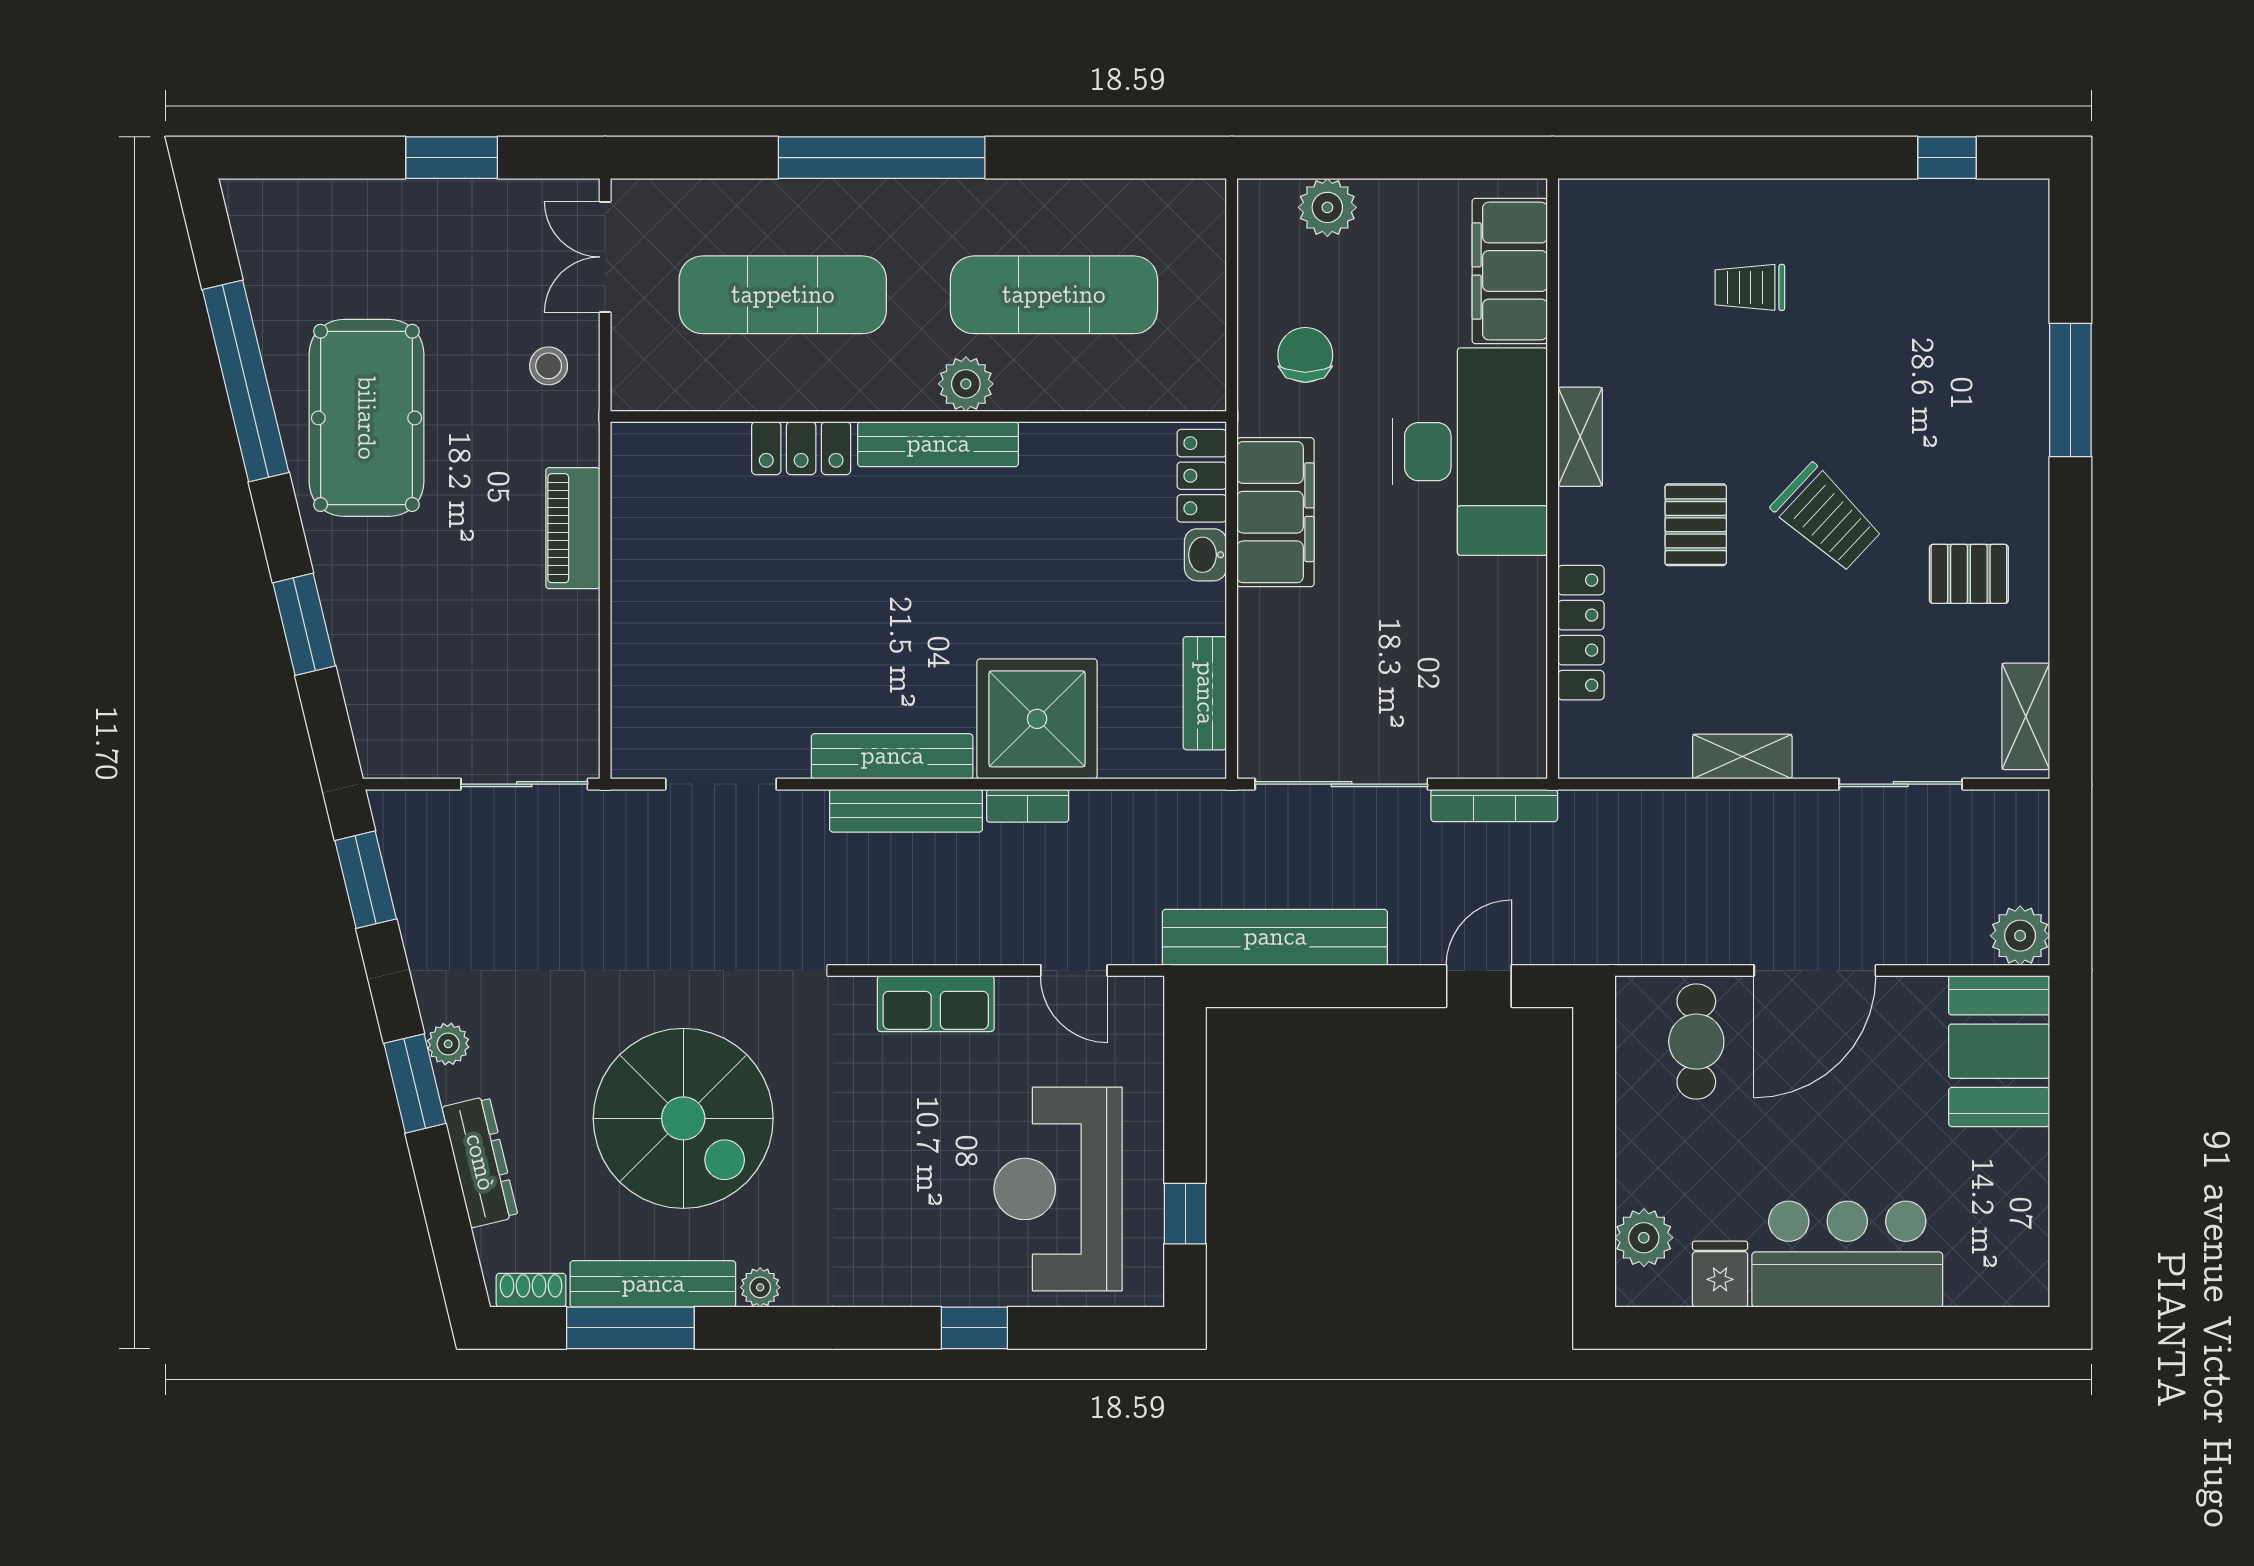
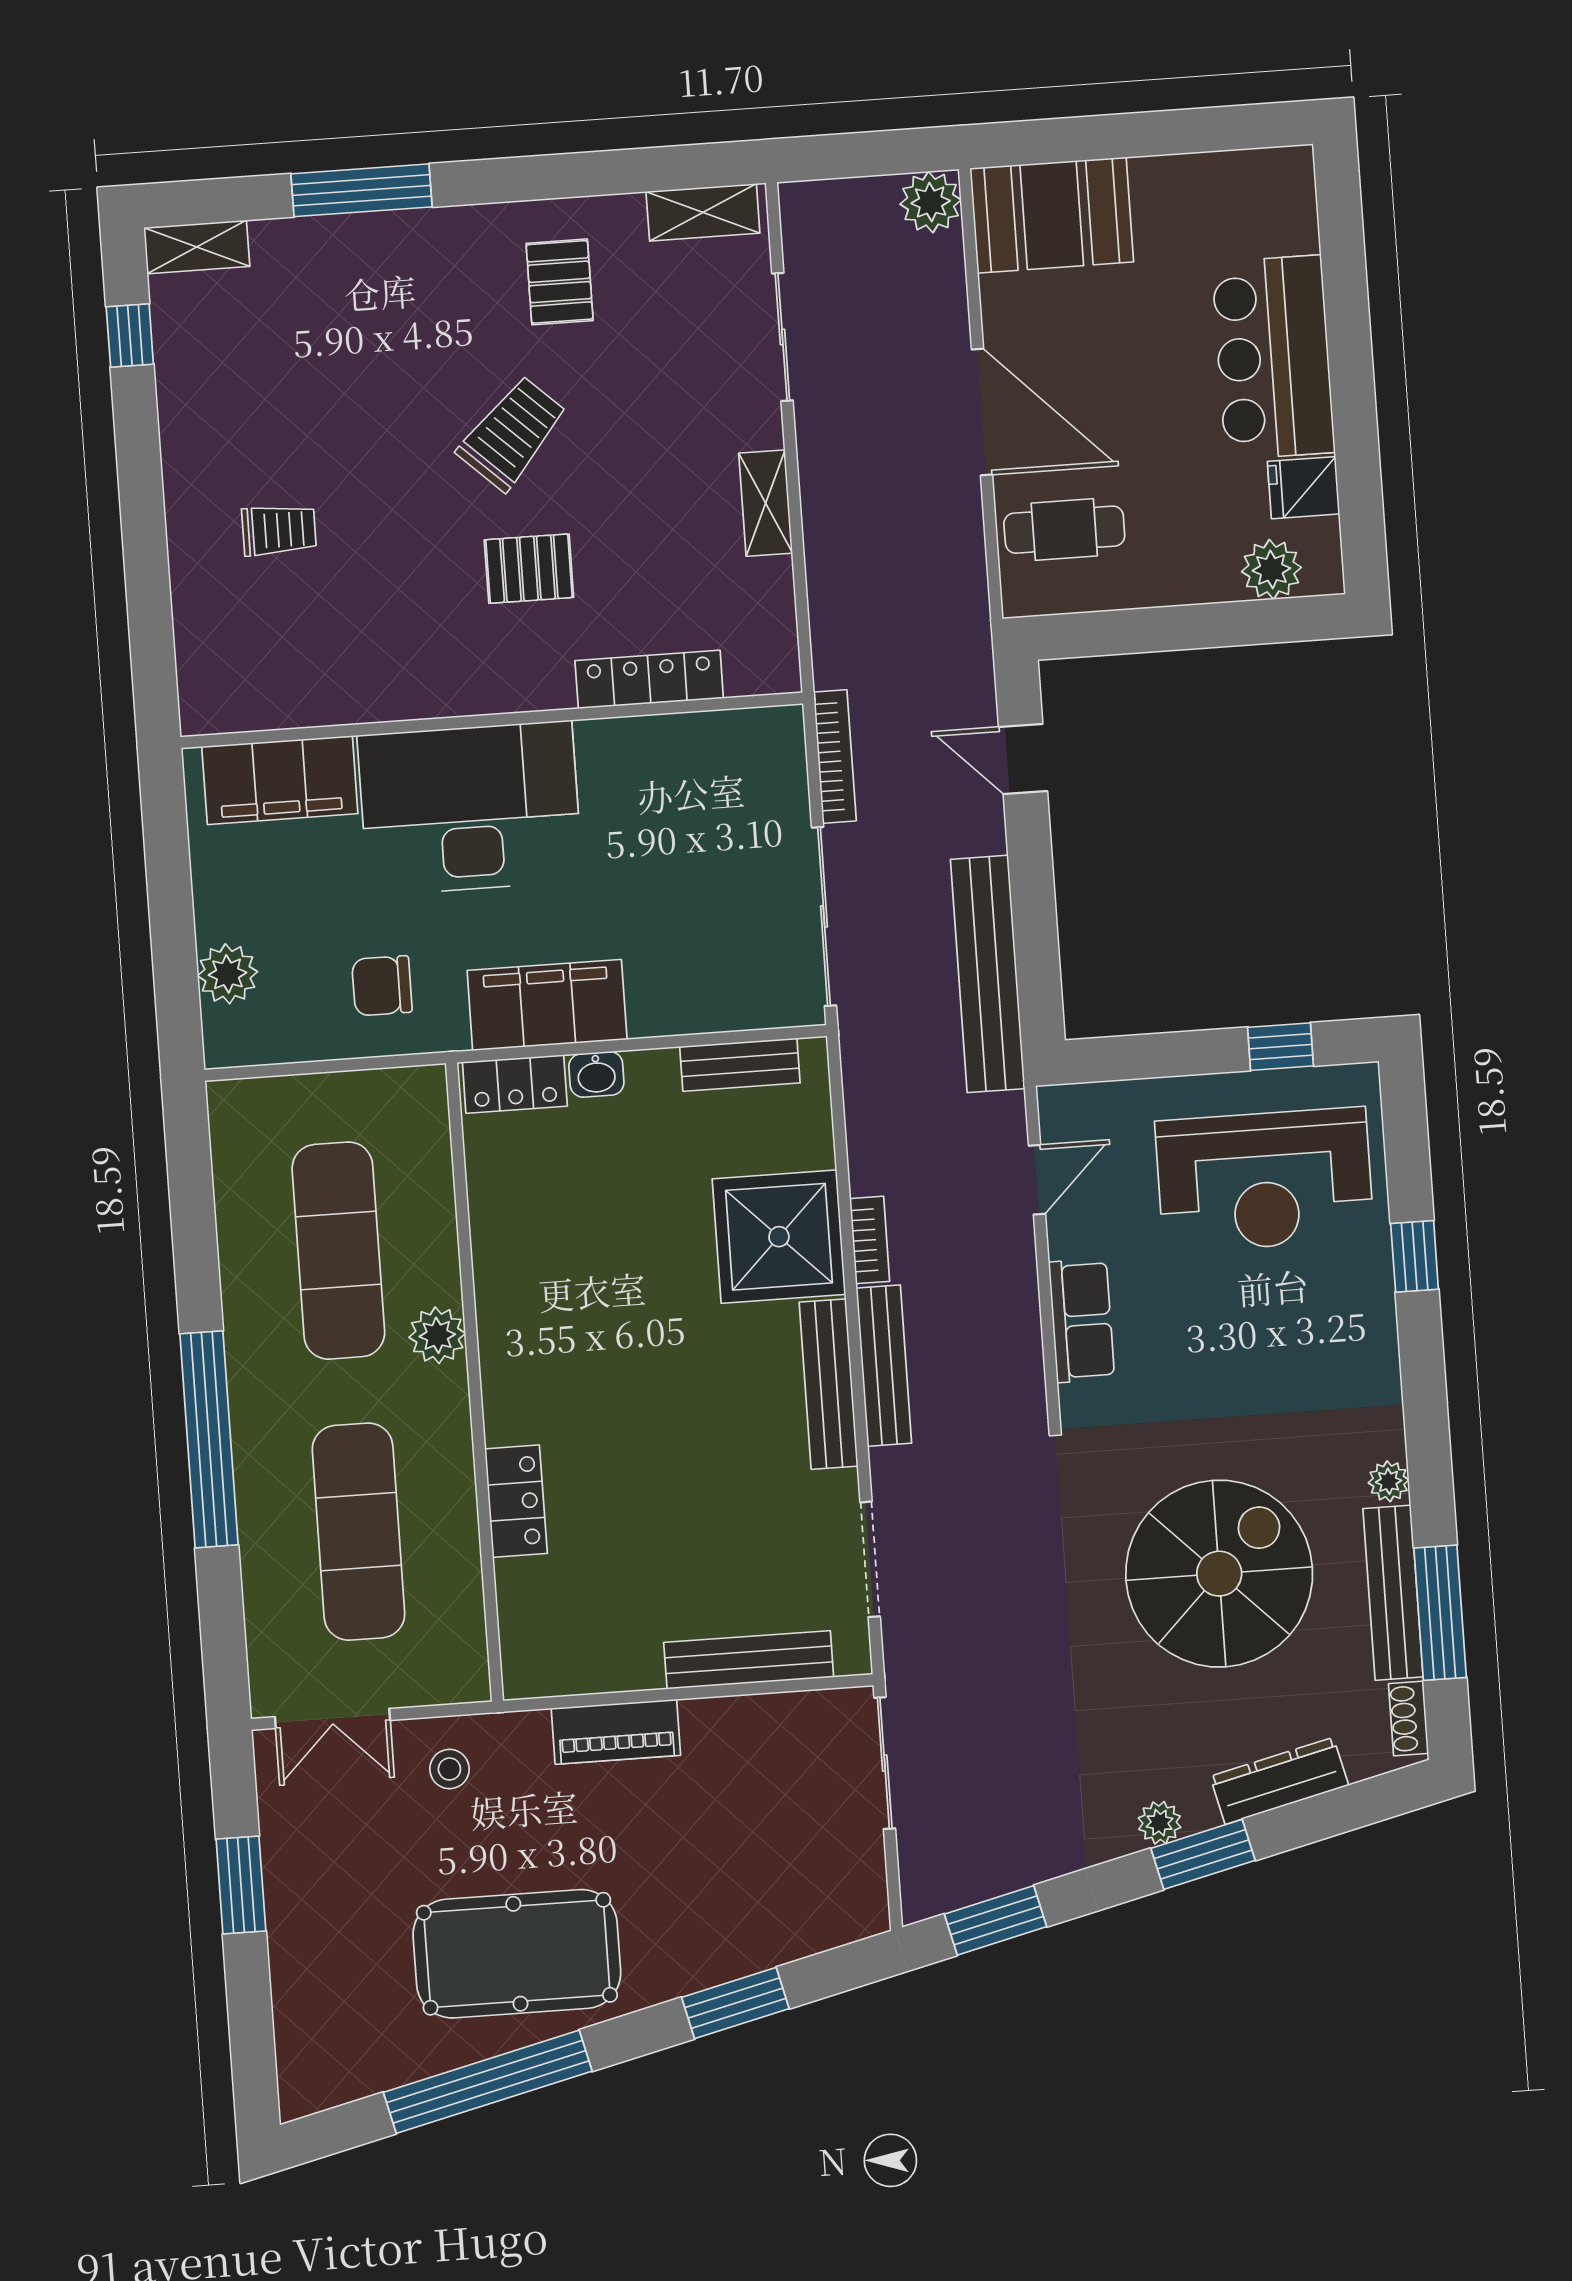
trolley: (1750, 287) -> (279, 530), turned -90
shelving: (1580, 437) -> (197, 247), moved
bench: (938, 444) -> (749, 1660), moved, turned 90

